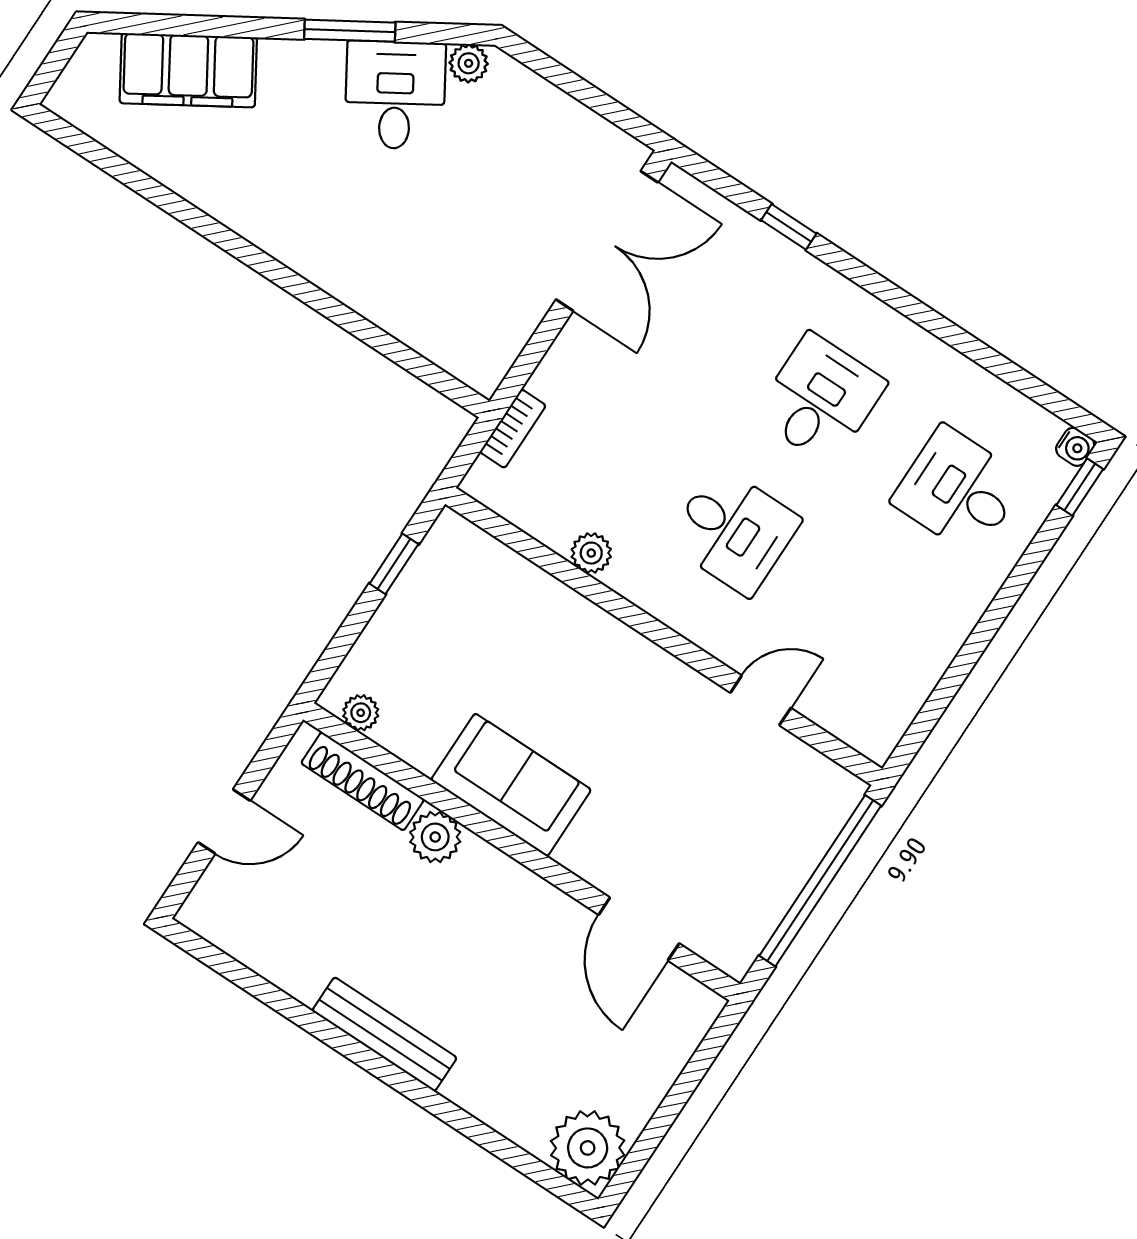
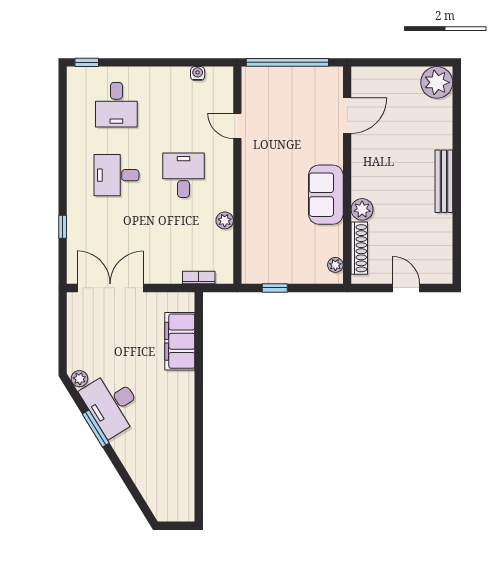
filing cabinet: (188, 70) -> (180, 341), moved, turned -148
desk: (395, 95) -> (112, 404), width x1.37
water cooler: (1075, 447) -> (198, 73), moved

